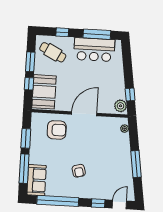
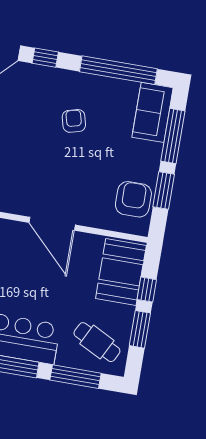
window: (62, 32) -> (75, 377), width x2.17
door: (84, 114) -> (52, 224), hinge flipped
armchair: (57, 130) -> (133, 199), moved, turned 90

